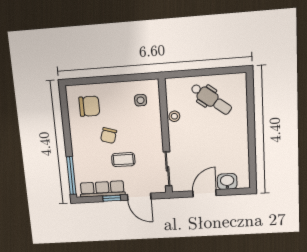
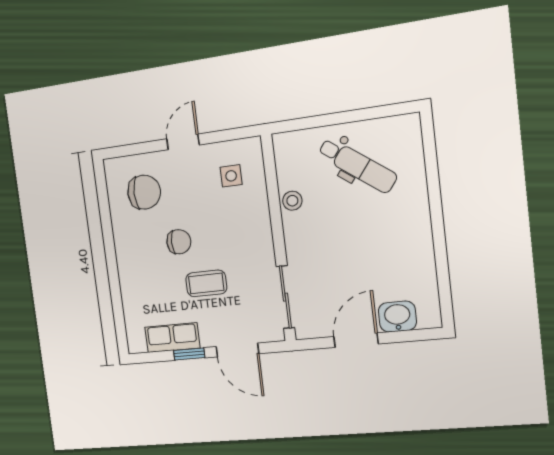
door: (114, 79) -> (183, 142), added
chair: (109, 136) -> (179, 242), turned -107
window: (71, 176) -> (119, 315), removed
row of seats: (102, 189) -> (172, 338), width x0.68

